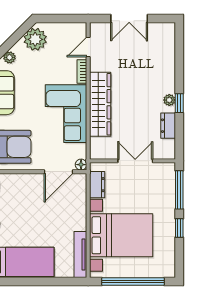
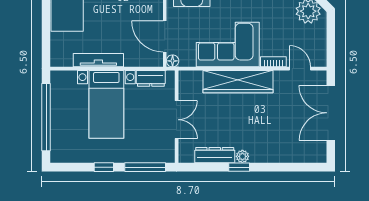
double door: (129, 19) -> (331, 113), width x1.37
dresser: (168, 126) -> (215, 155), width x1.44
bed with nightstands: (121, 235) -> (106, 104), width x0.73
tv unit: (80, 254) -> (98, 60), moved

